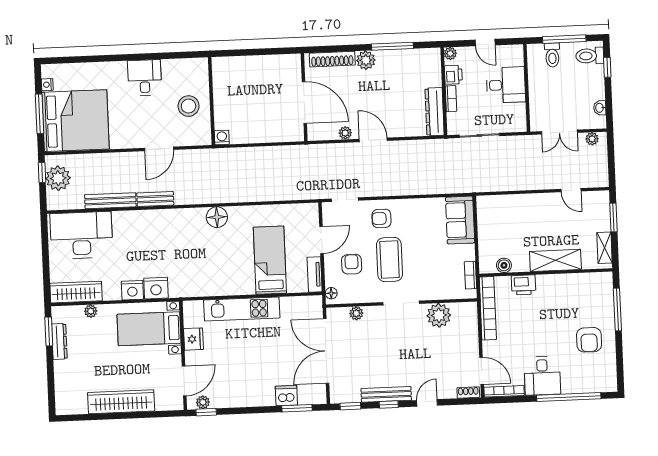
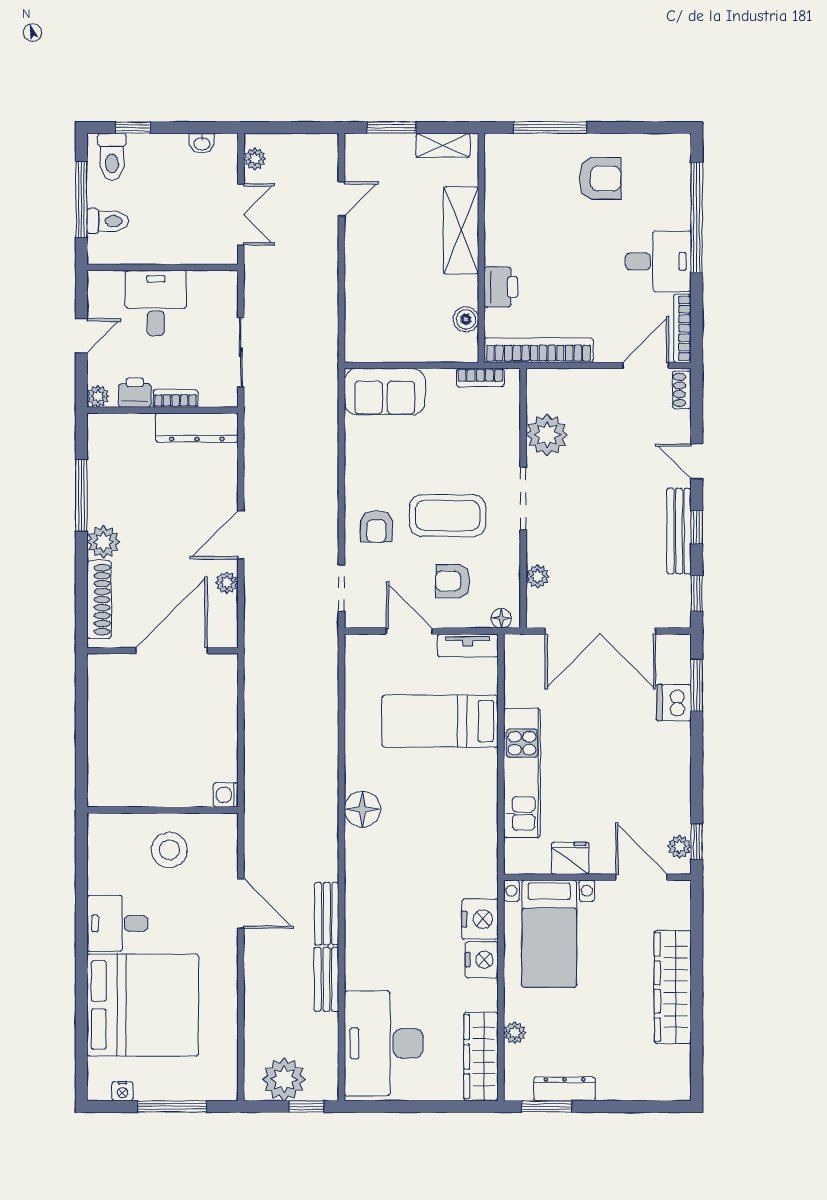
bed: (76, 121) -> (143, 1005), moved, turned 90
window: (42, 172) -> (307, 1106), moved
bench: (110, 201) -> (326, 979), width x0.73

